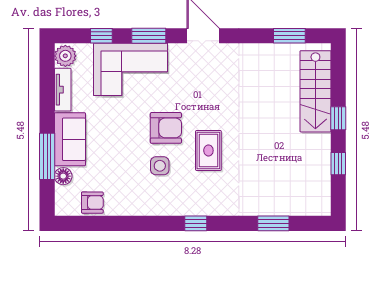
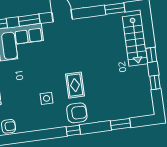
armchair: (166, 128) -> (77, 113), moved

